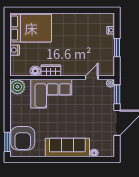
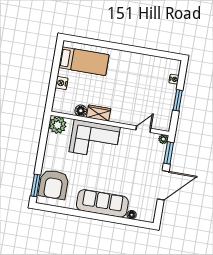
bed: (31, 28) -> (84, 61), width x0.67

